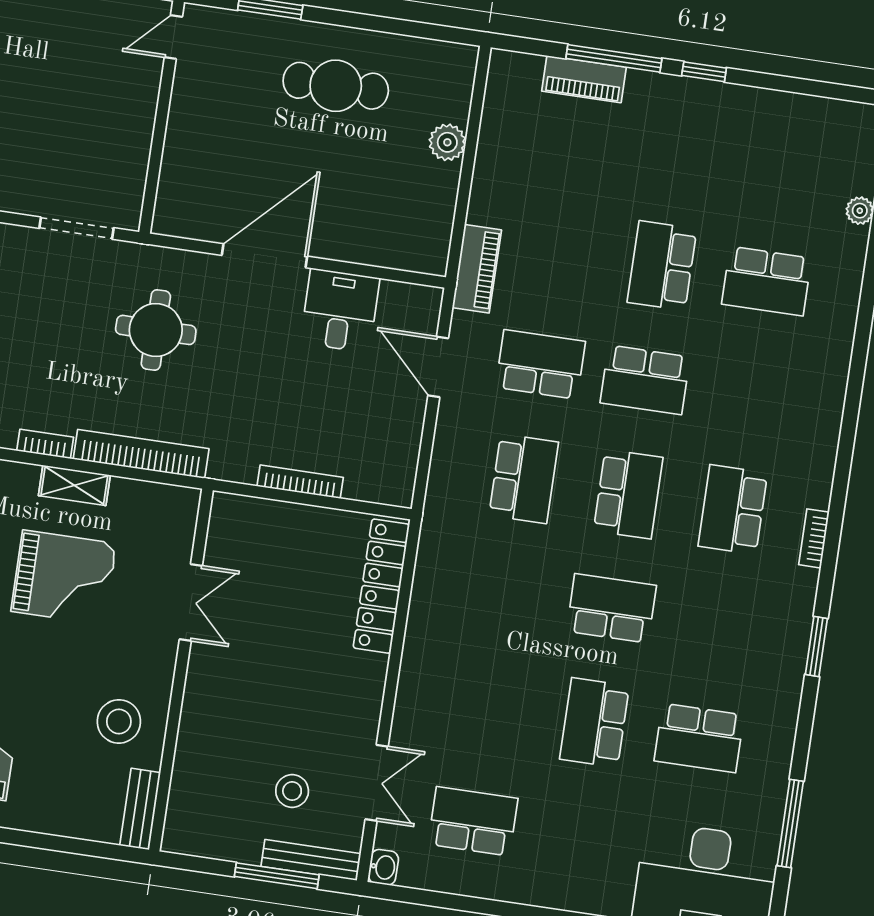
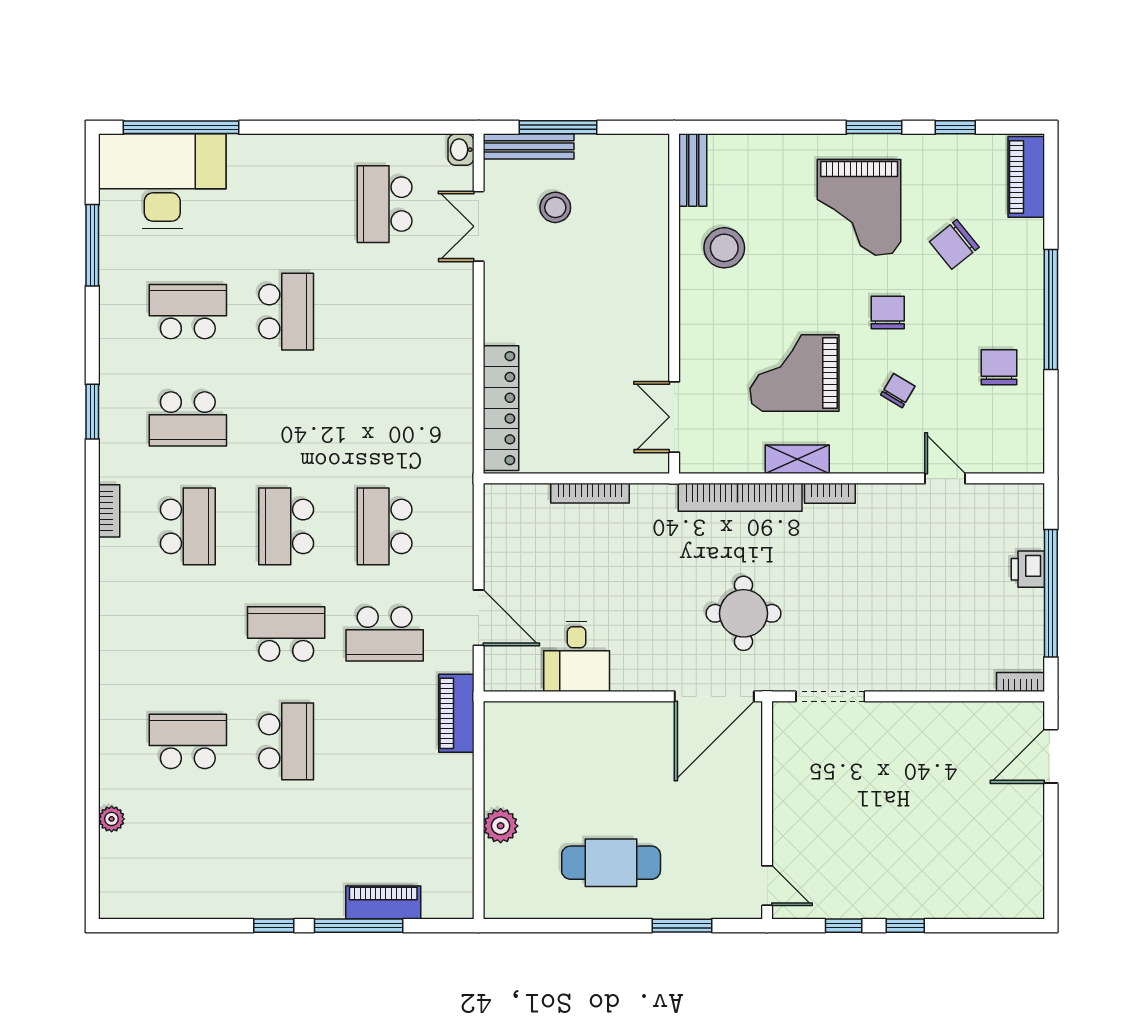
door: (173, 37) -> (767, 886), hinge flipped
door: (264, 256) -> (714, 696), moved
double door: (191, 603) -> (674, 417), moved
school desk: (611, 608) -> (188, 419), moved
school desk: (473, 821) -> (385, 204), turned 90

